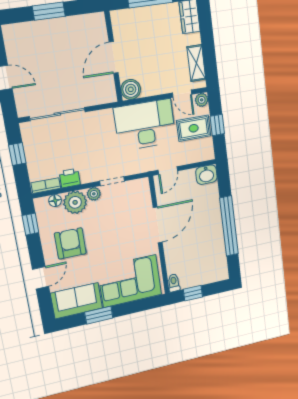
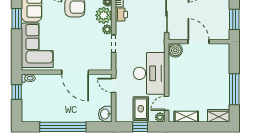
door: (114, 57) -> (198, 42), moved
wall: (114, 57) -> (199, 42), moved
boiler: (131, 89) -> (175, 50), moved

